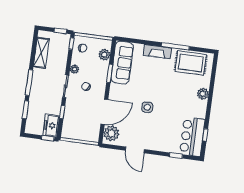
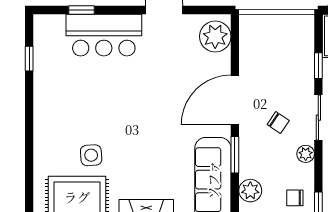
plant: (203, 94) -> (45, 139), removed
side table: (147, 107) -> (91, 155), moved
door: (104, 112) -> (235, 100), moved
bar counter: (192, 137) -> (104, 35), moved, turned 90

